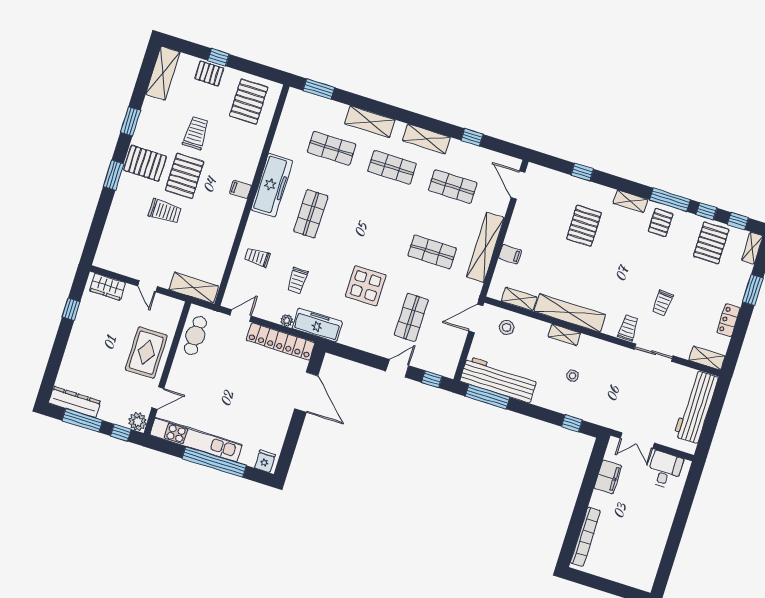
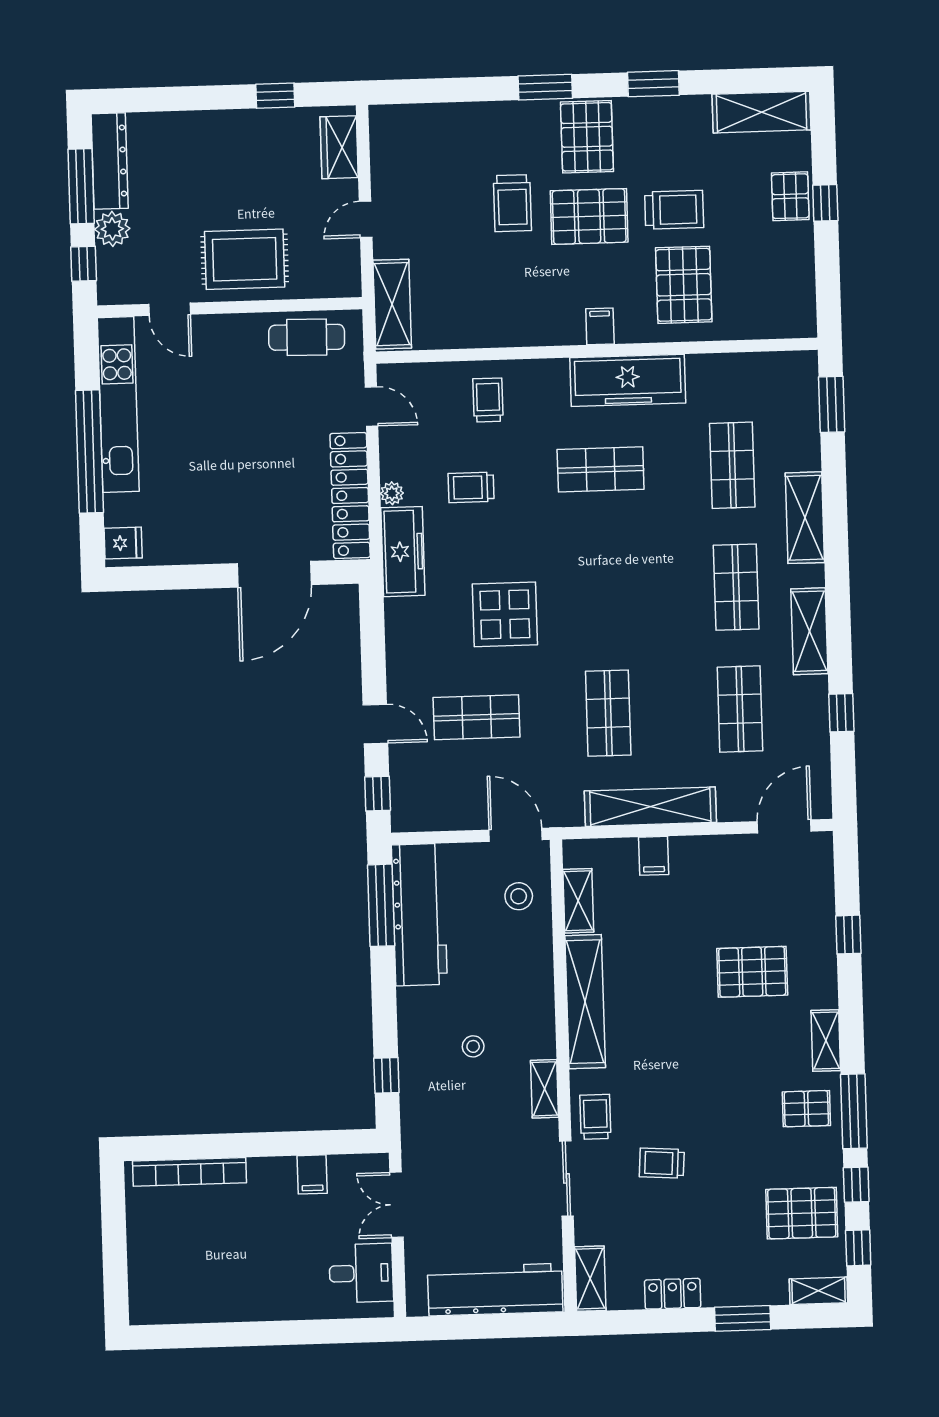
pallet: (249, 102) -> (684, 285), moved, turned 90
trolley: (628, 328) -> (595, 1117), turned -90
shelving: (564, 335) -> (545, 1089), moved
plant: (138, 422) -> (112, 229), moved
filing cabinet: (608, 477) -> (312, 1174), width x0.50

